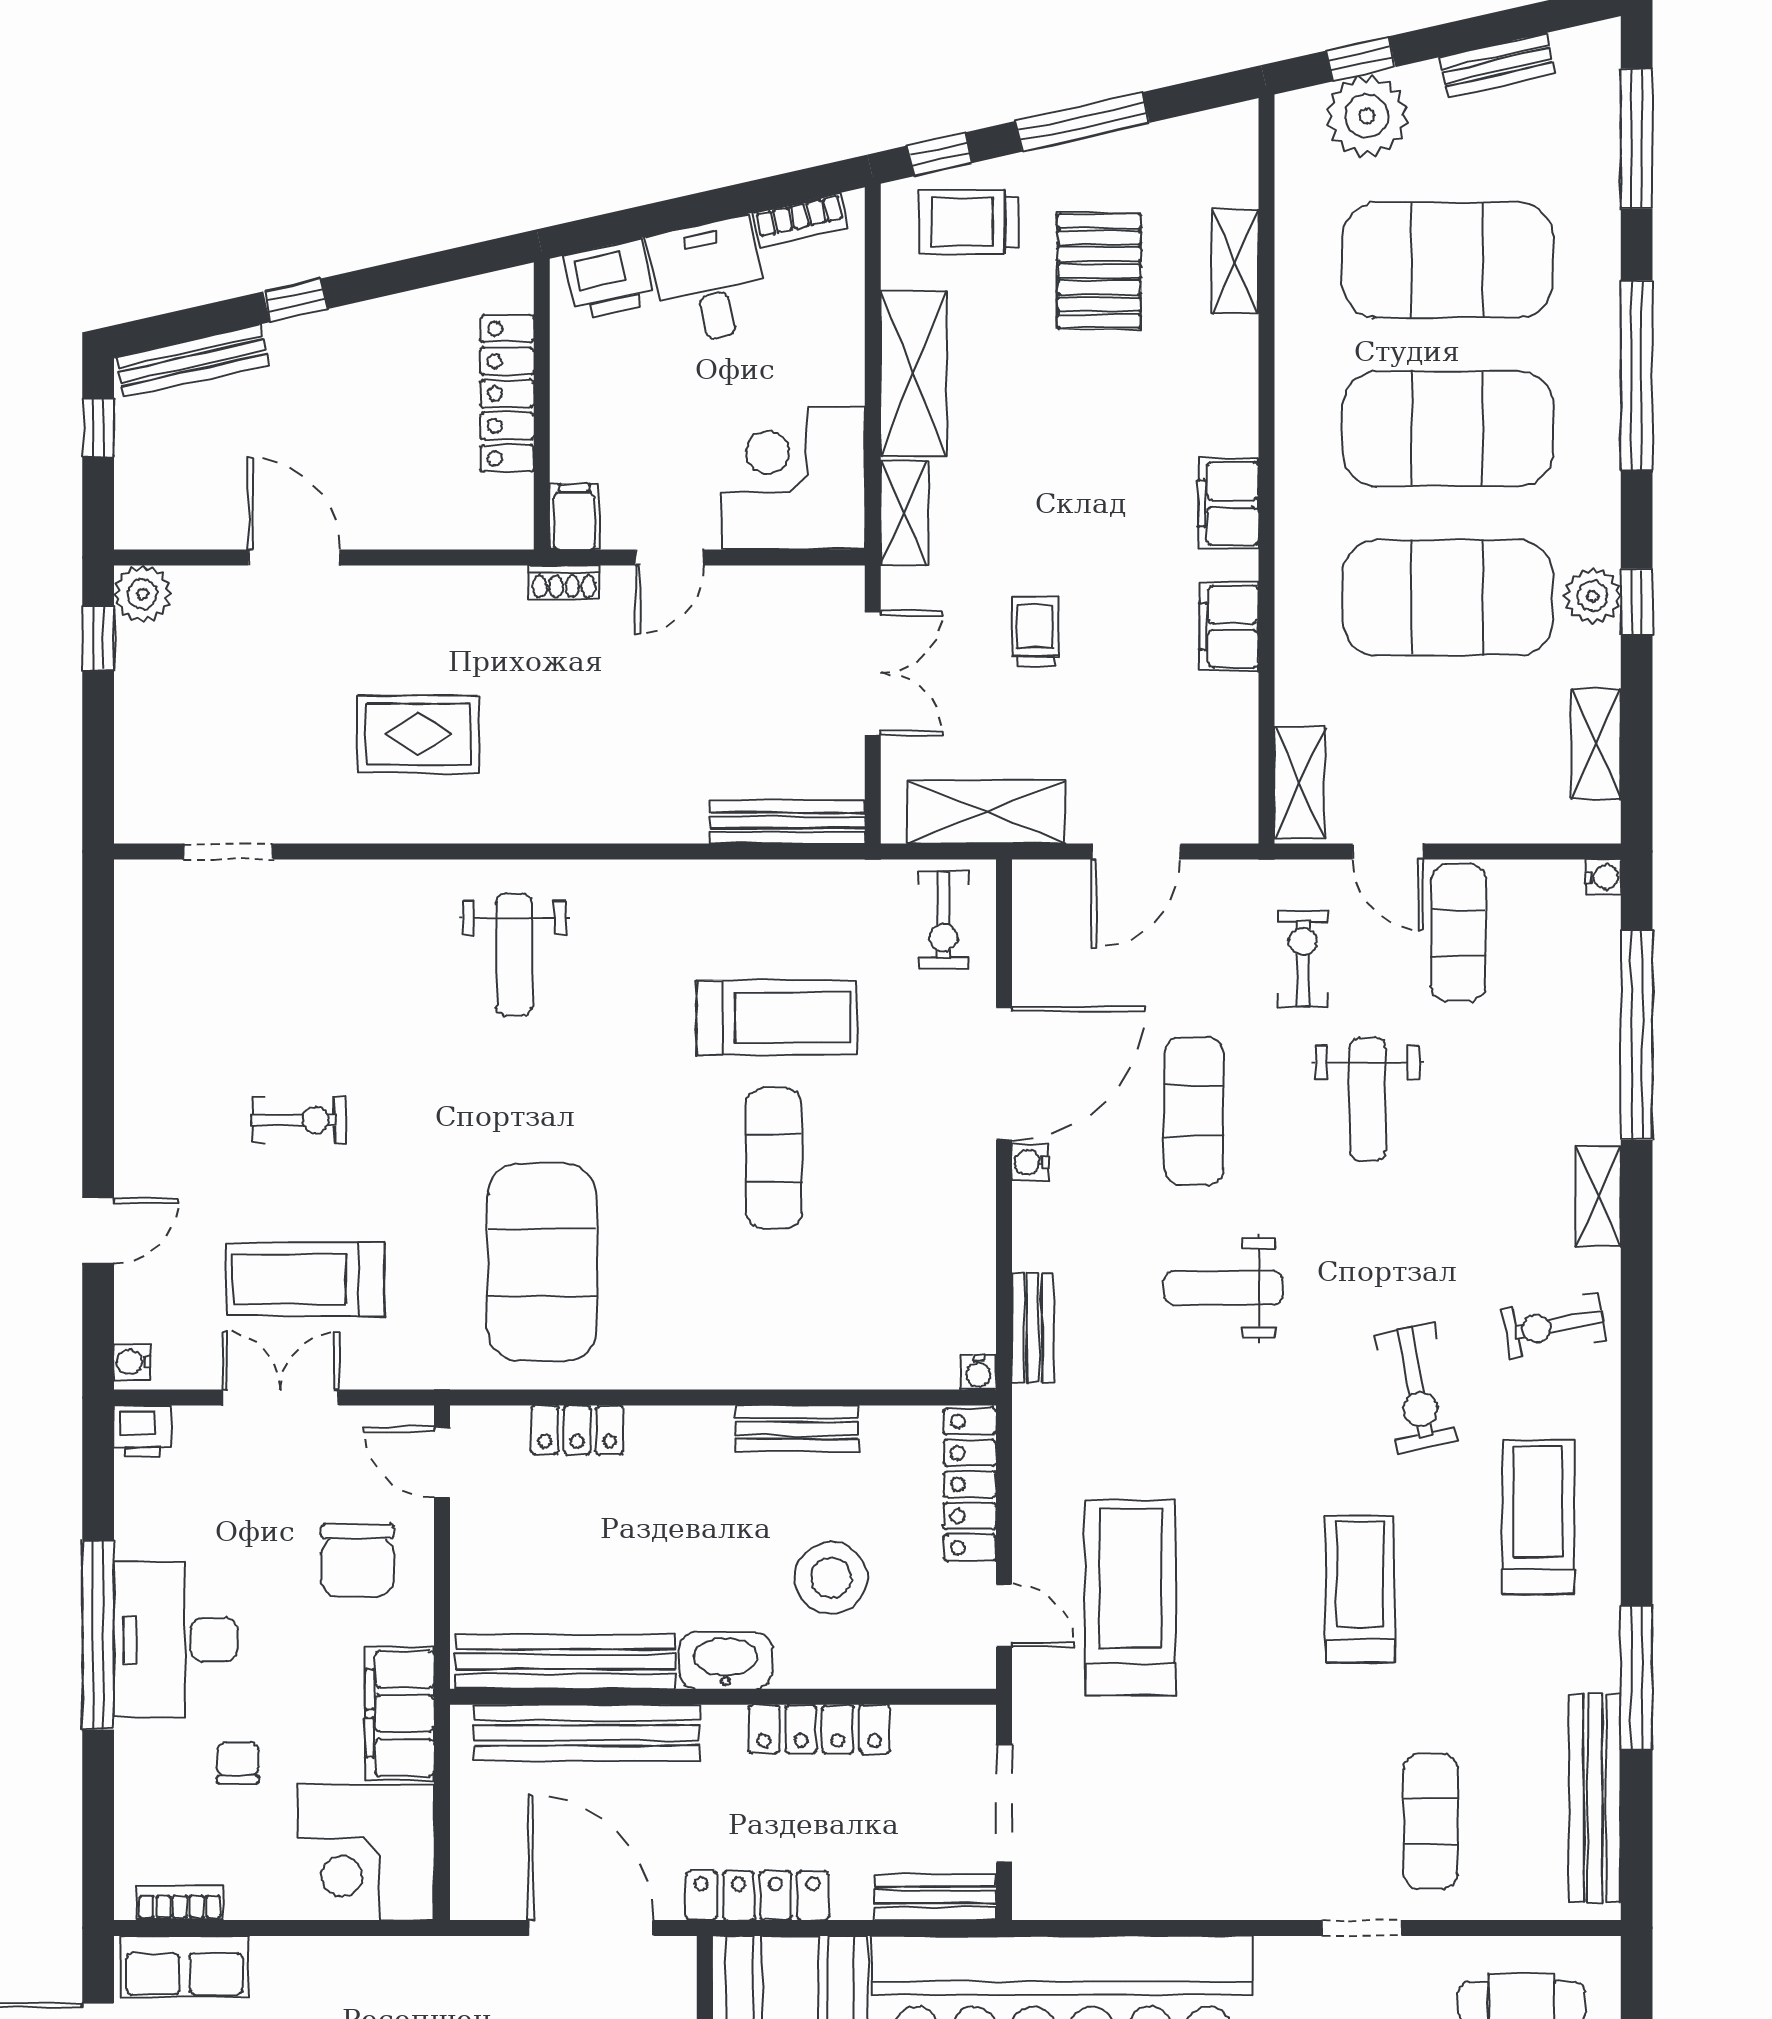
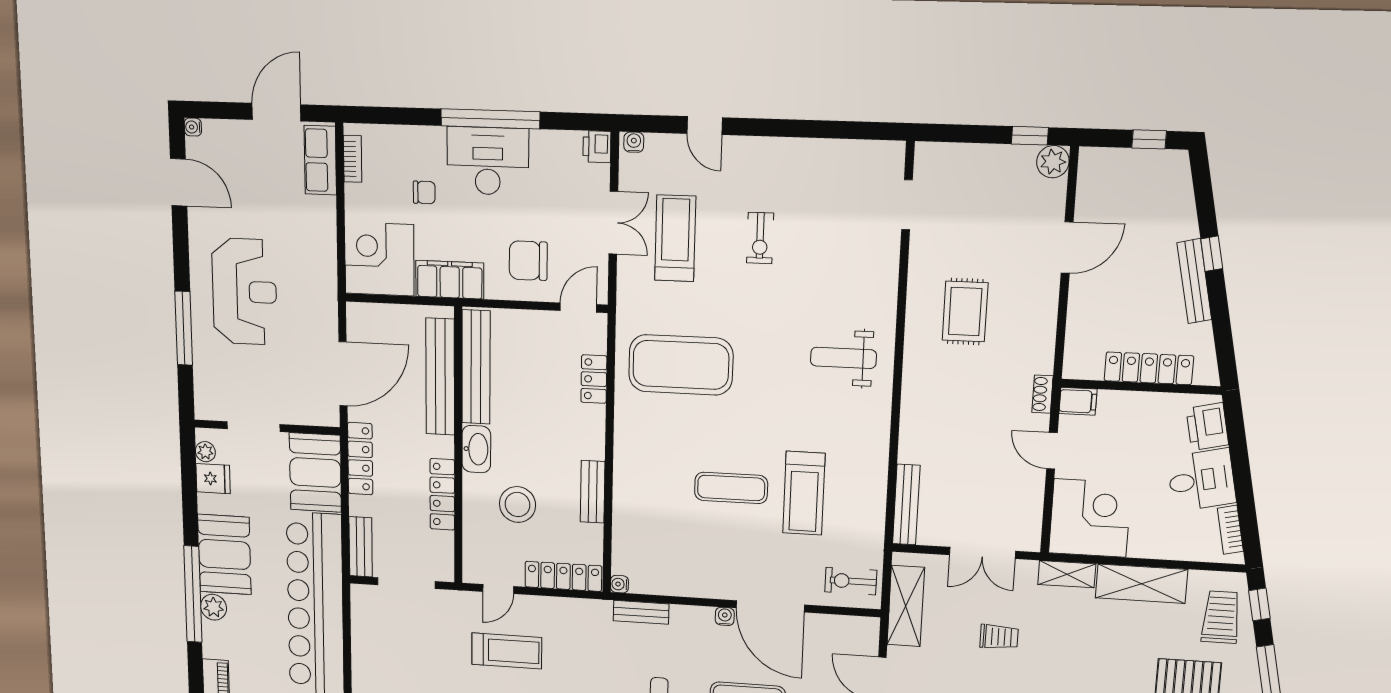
bench: (192, 361) -> (1194, 281), moved
treadmill: (1130, 1598) -> (507, 651), width x0.73, depth x0.73

